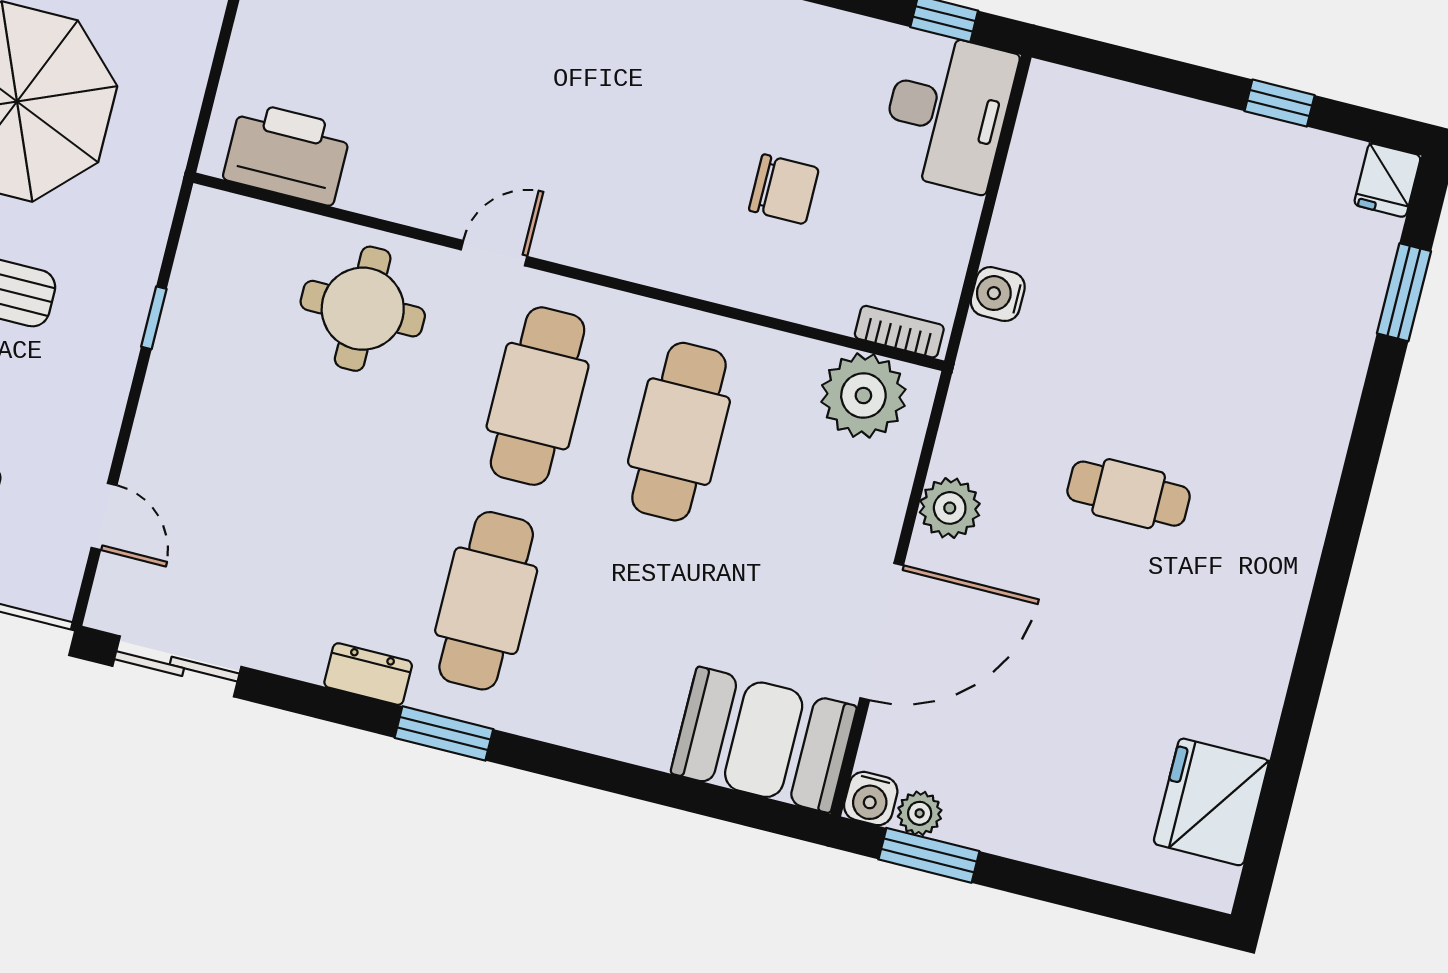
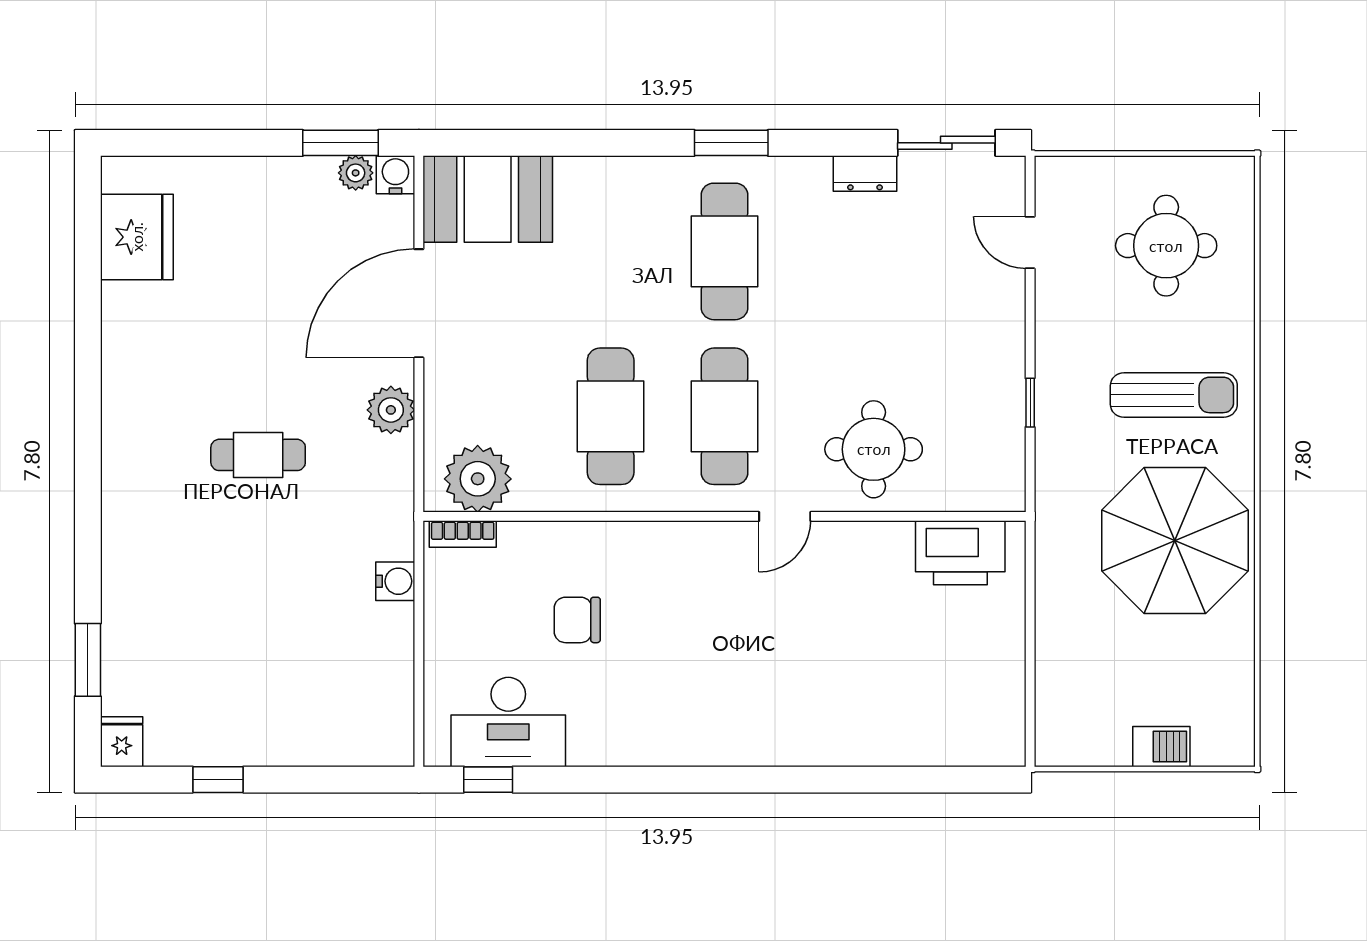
desk: (948, 112) -> (508, 722), moved, turned -90
dresser: (368, 674) -> (865, 173), moved

